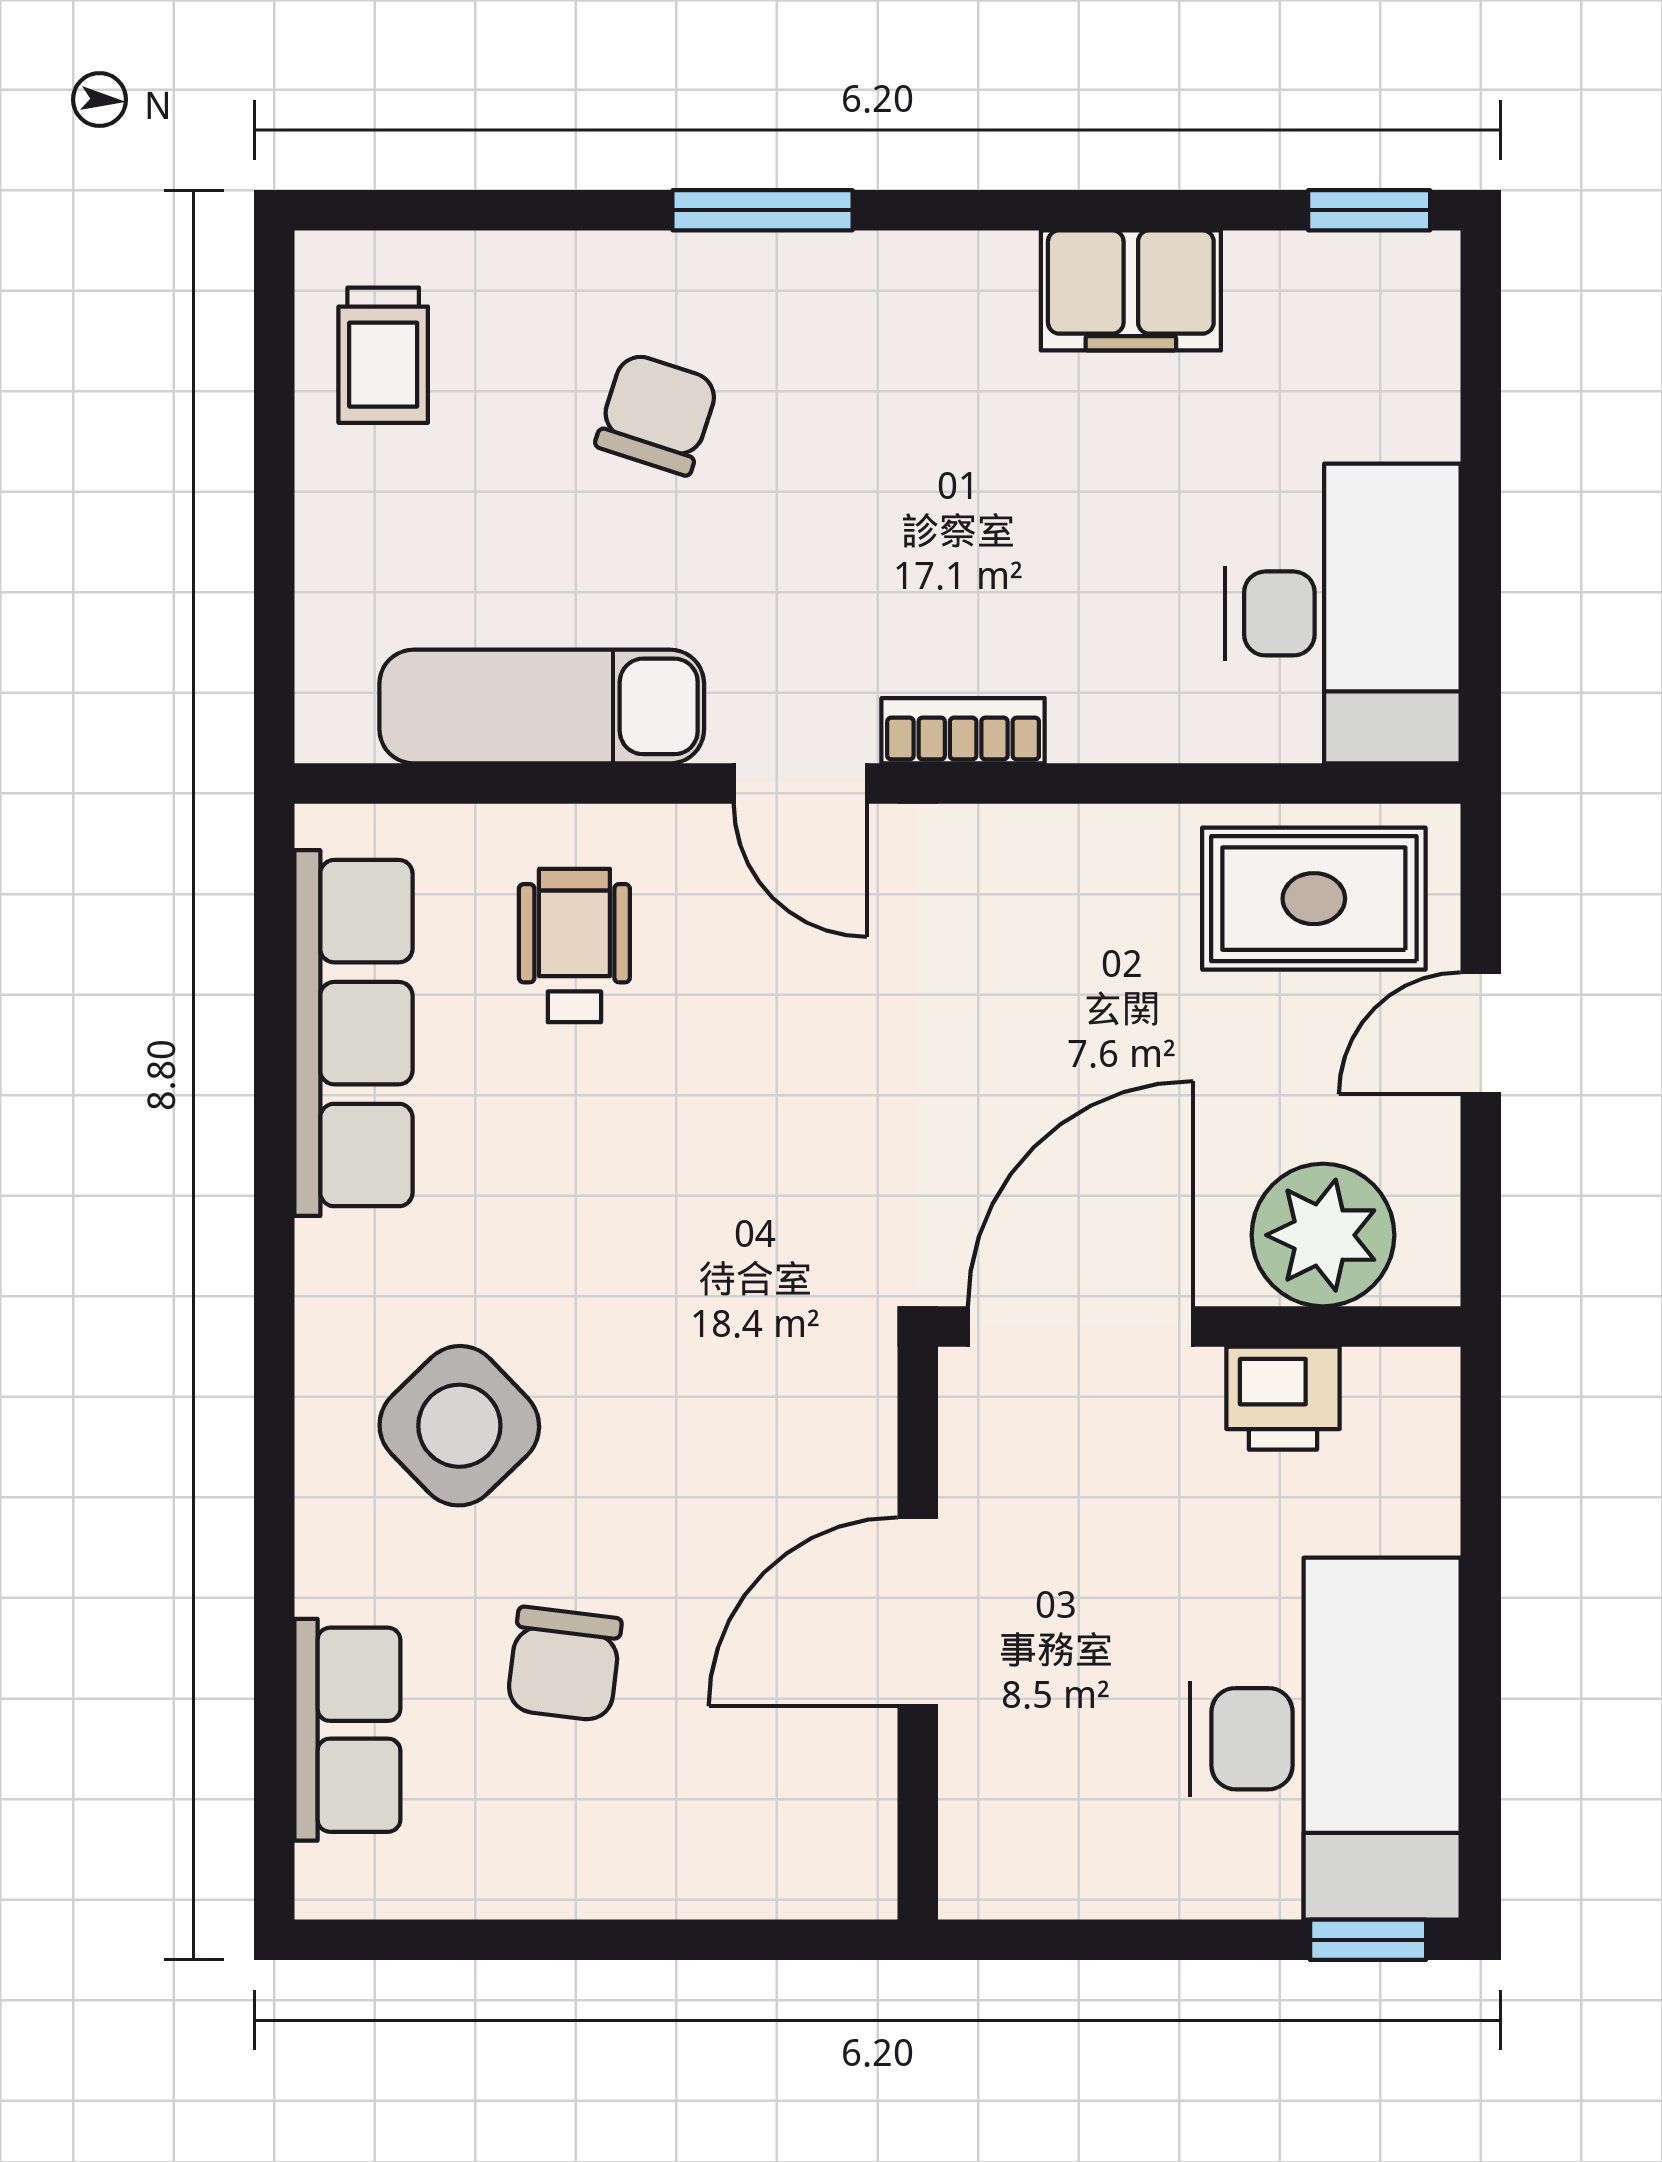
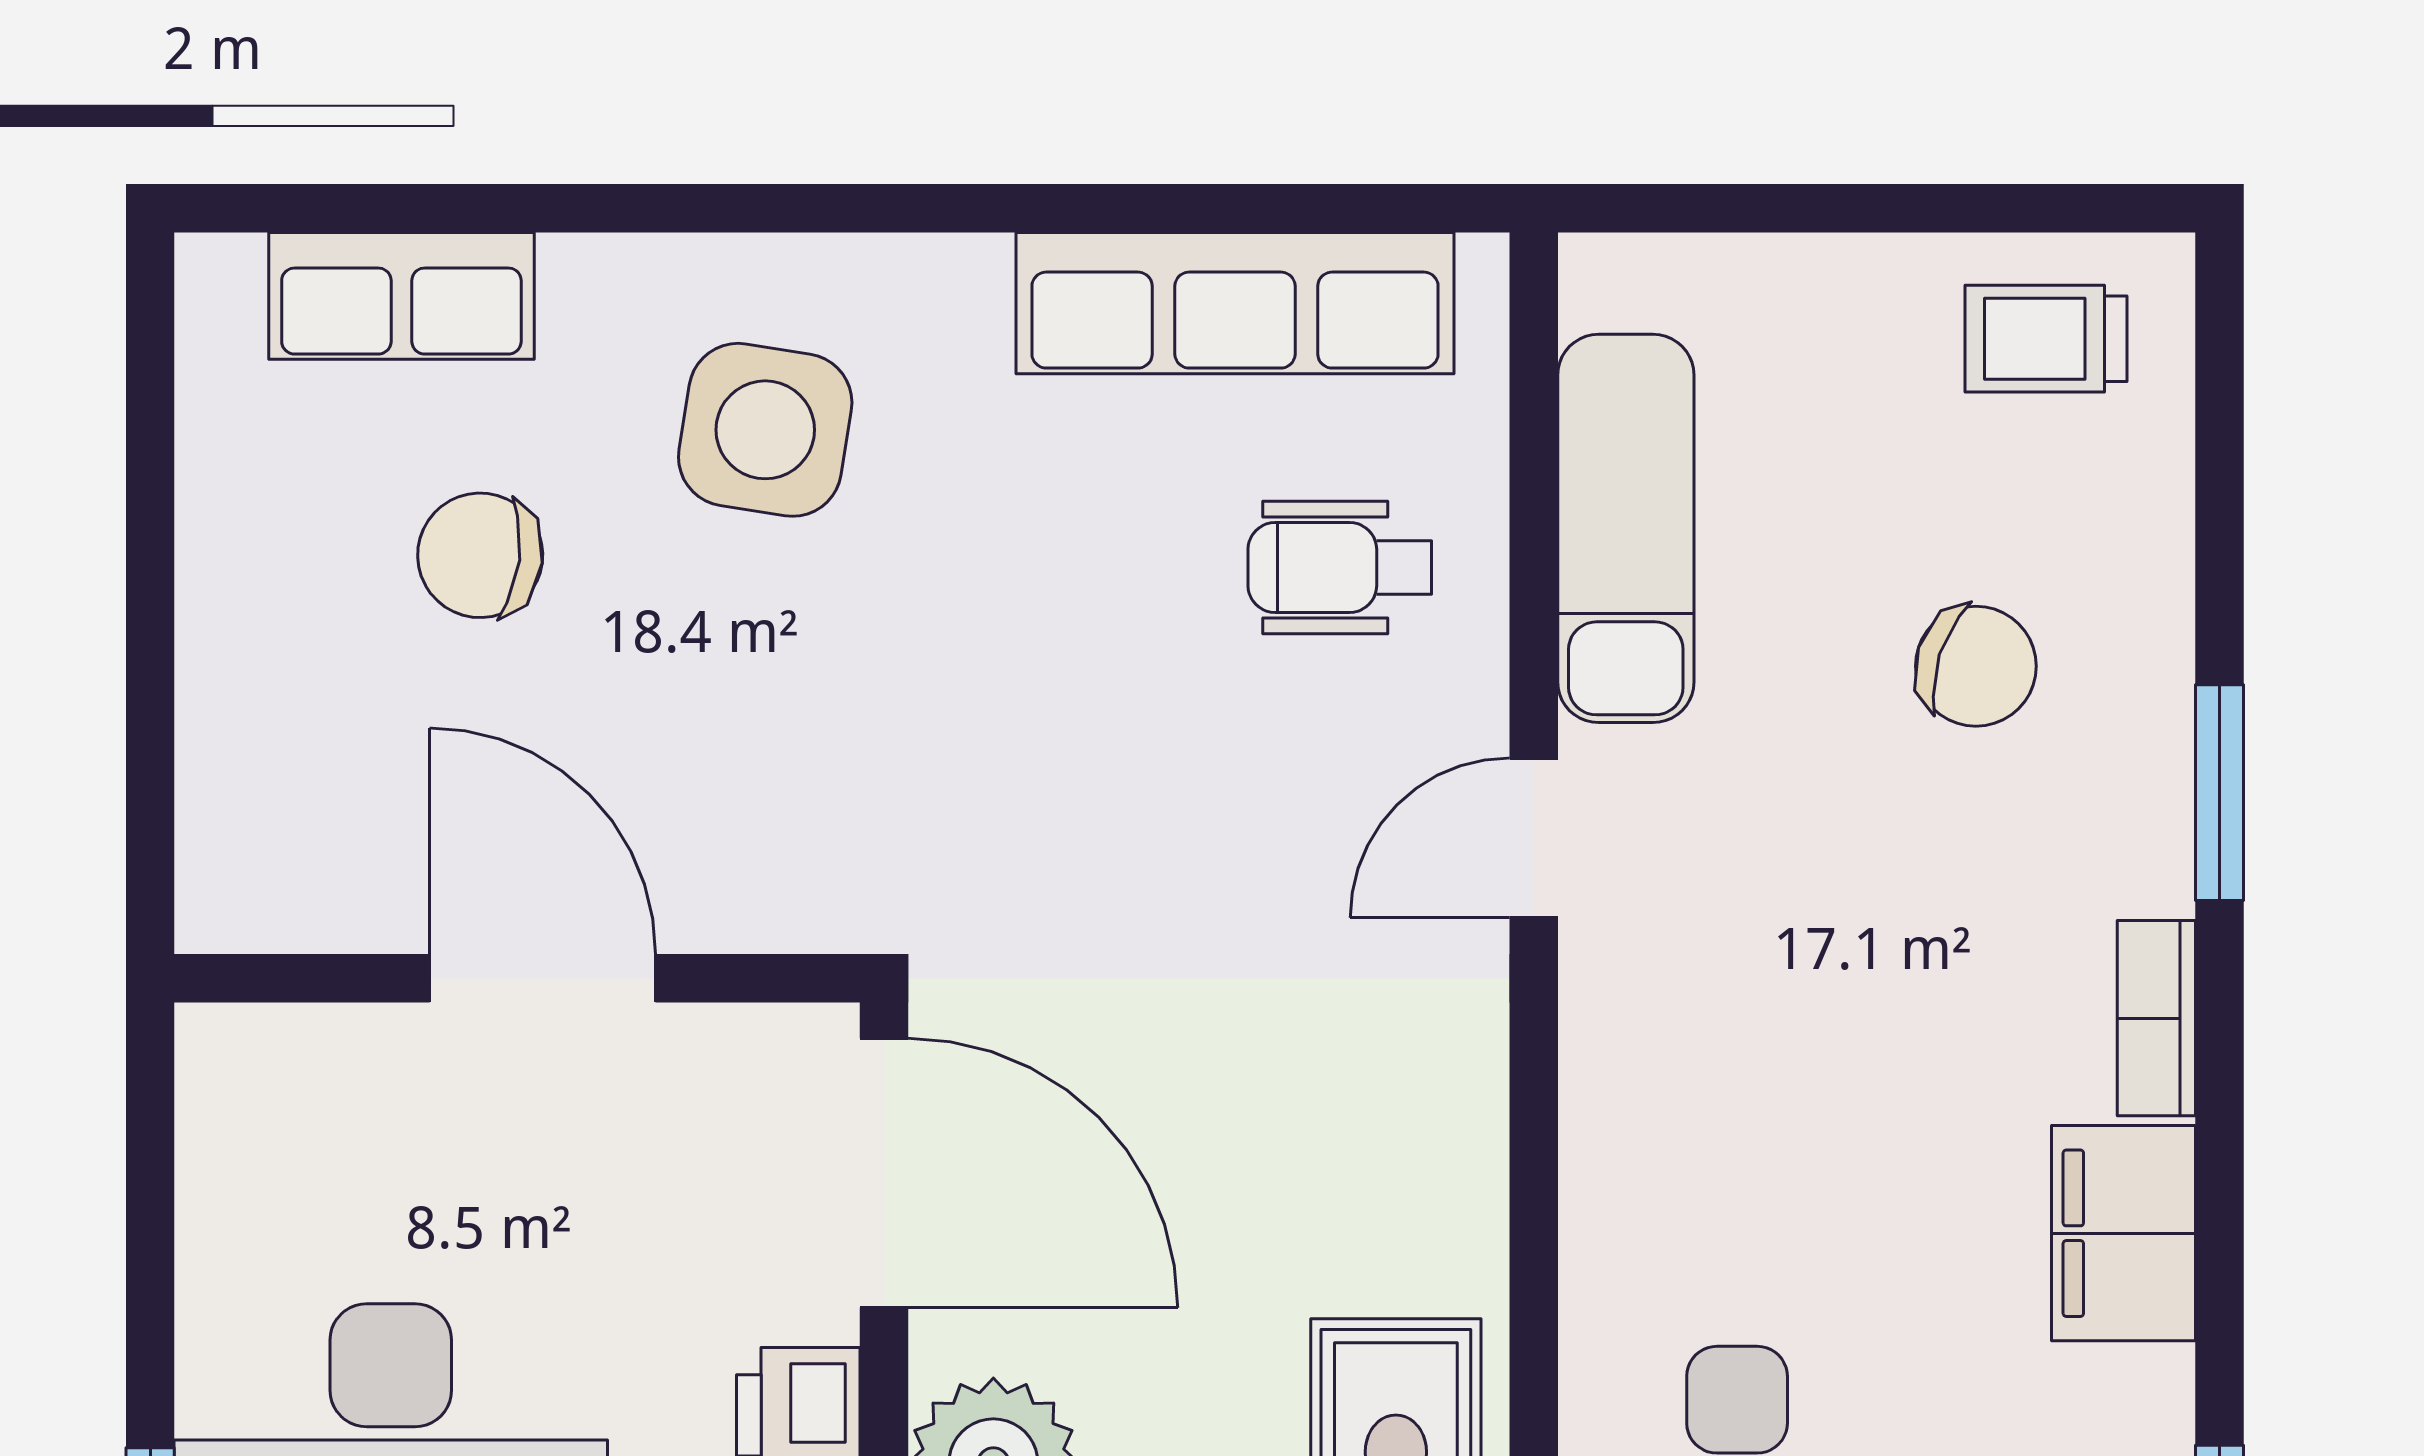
bookcase: (963, 731) -> (2156, 1018), moved, turned 180
wheelchair: (574, 945) -> (1340, 567), turned 180
side table: (459, 1426) -> (765, 430), turned -37

